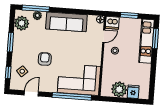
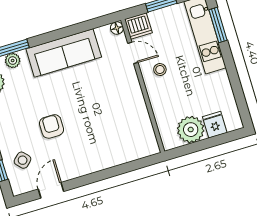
door: (104, 36) -> (133, 53), hinge flipped
corner sofa: (79, 80) -> (120, 139), removed
window: (72, 96) -> (118, 170), removed

